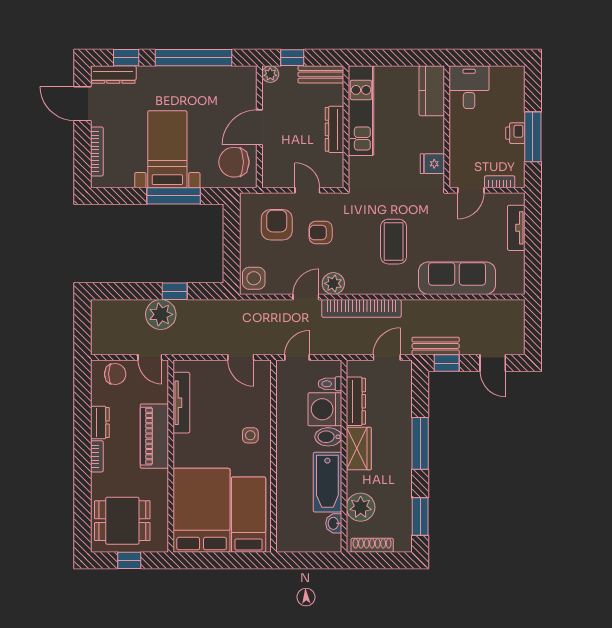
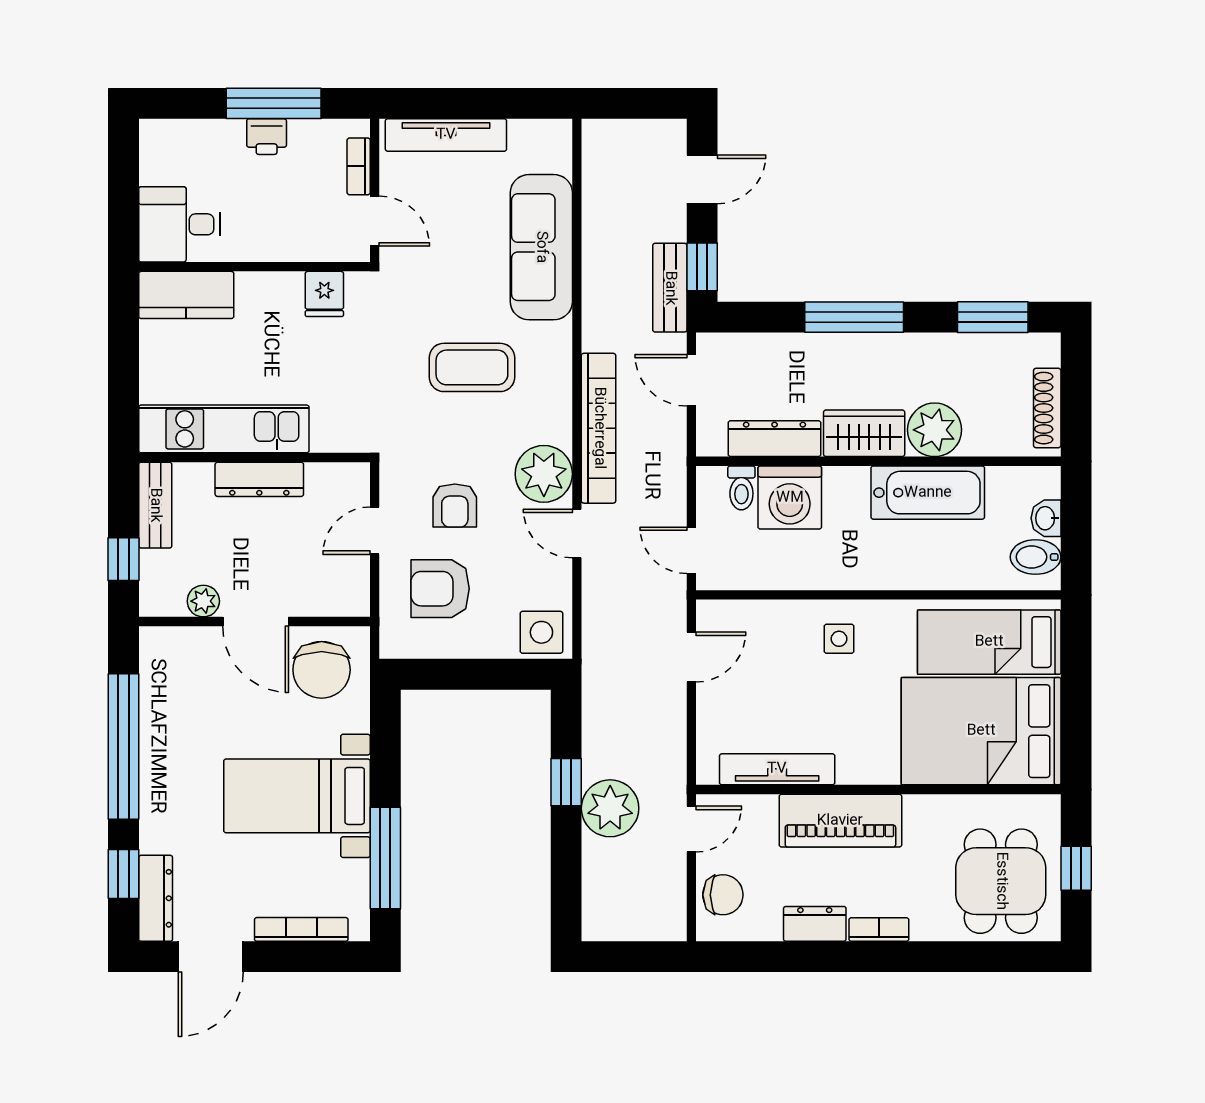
plant: (270, 74) -> (203, 601), moved
window: (174, 196) -> (385, 858), moved
tv unit: (516, 228) -> (446, 135), width x1.41
plant: (333, 283) -> (544, 474), width x1.36, depth x1.36
chair: (115, 374) -> (723, 895), turned 90
bidet: (328, 437) -> (1036, 557), moved, turned 90
plant: (361, 507) -> (935, 430), moved
washbasin: (334, 523) -> (1046, 518), moved, turned 90

